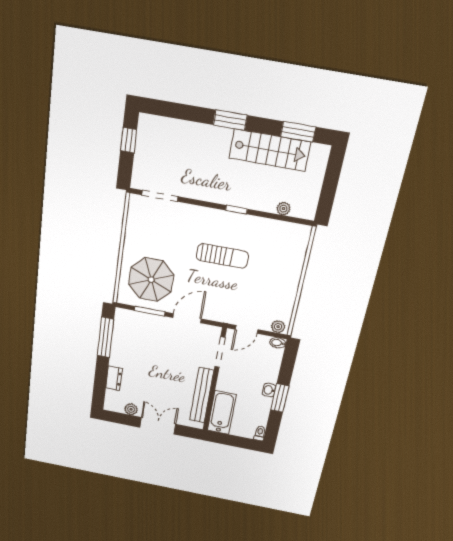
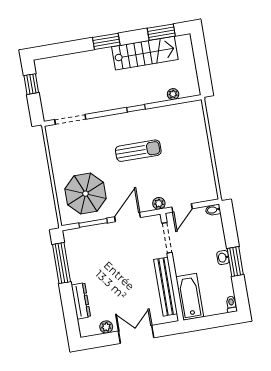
plant: (278, 327) -> (159, 203), moved
dresser: (114, 378) -> (81, 301), width x1.44

